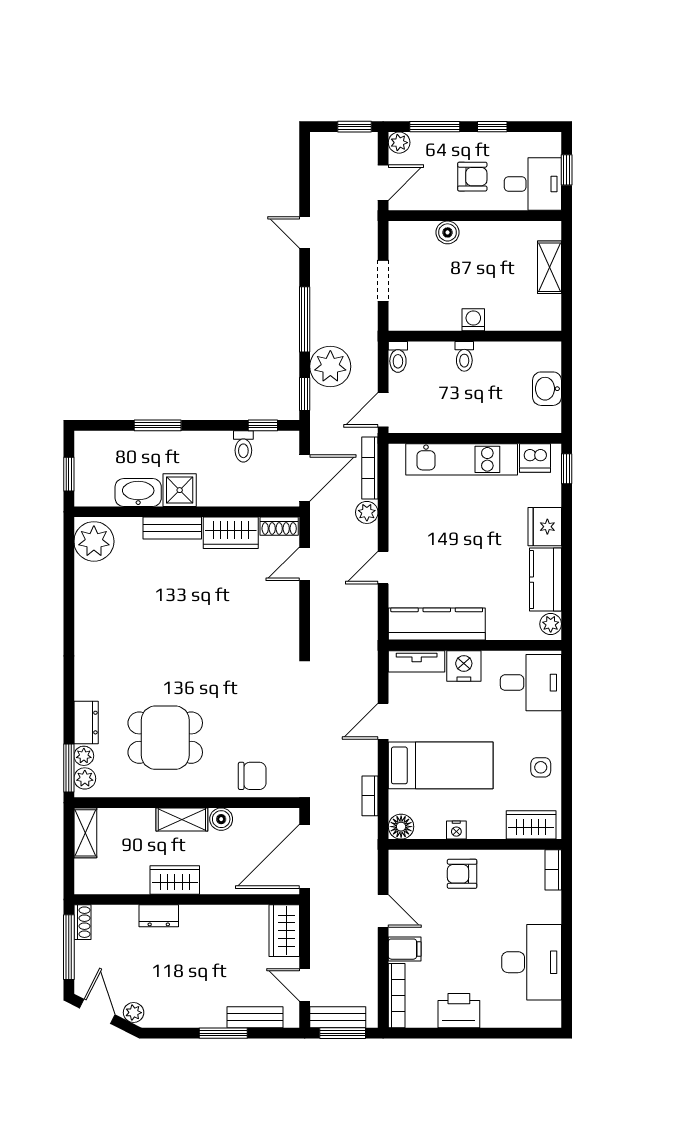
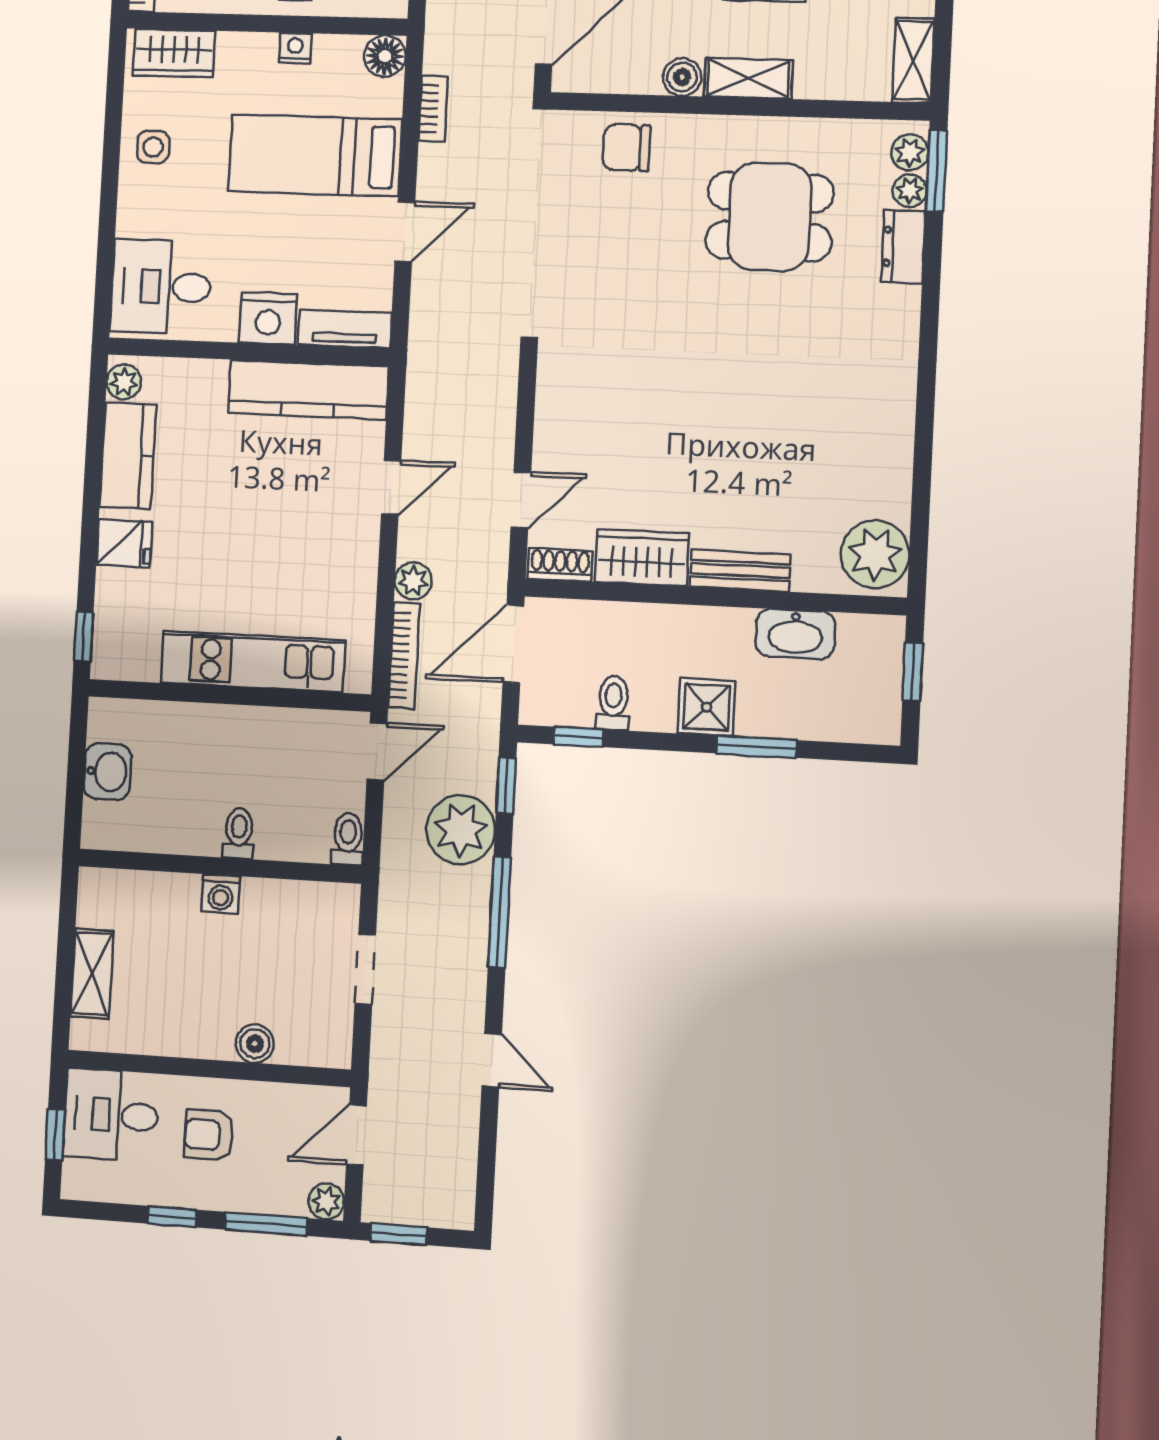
dishwasher: (535, 458) -> (133, 657), removed
shower: (180, 490) -> (707, 707), moved
fridge: (545, 527) -> (124, 543), width x0.72

